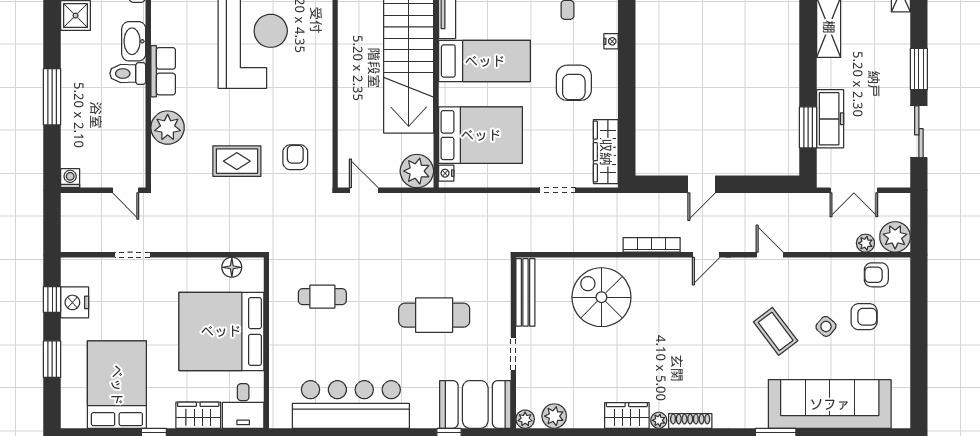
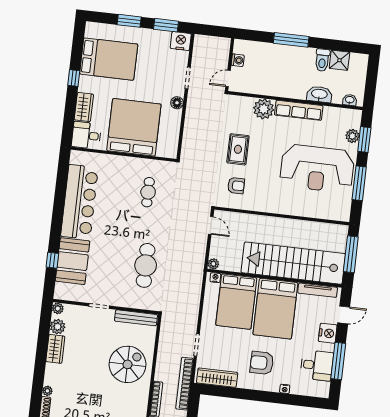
bed: (485, 61) -> (275, 309), width x1.50
row of seats: (163, 71) -> (299, 110), width x1.48
toilet: (128, 73) -> (322, 60), moved, turned 180
plant: (417, 171) -> (213, 264), width x0.53, depth x0.53
washing machine: (70, 178) -> (238, 60), moved
door: (364, 190) -> (211, 225), hinge flipped
bookcase: (622, 202) -> (185, 384), added
floor lamp: (232, 267) -> (177, 103), moved
window: (52, 299) -> (166, 25), width x1.50
nightstand: (75, 302) -> (181, 41), moved
cafe table: (434, 315) -> (146, 265), moved
booth: (475, 404) -> (73, 261), moved
wardrobe: (627, 415) -> (55, 349), moved

